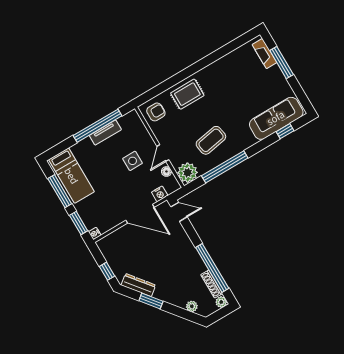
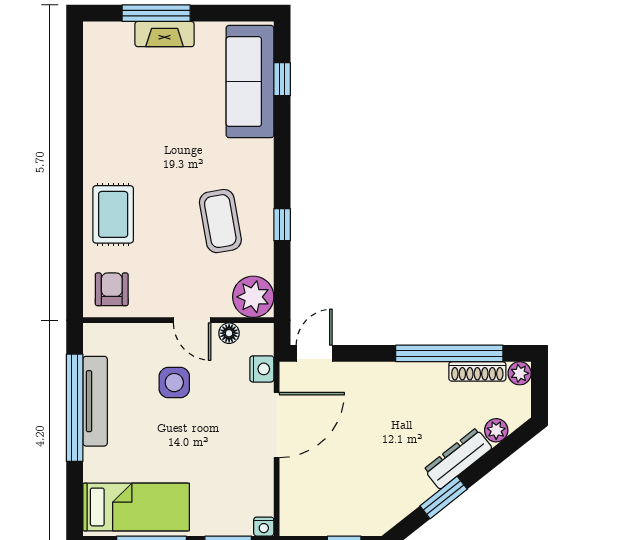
fireplace: (264, 54) -> (165, 34), moved
tv unit: (105, 133) -> (95, 401), width x1.41
window: (225, 167) -> (282, 225), width x0.32
dresser: (138, 285) -> (458, 459), moved

